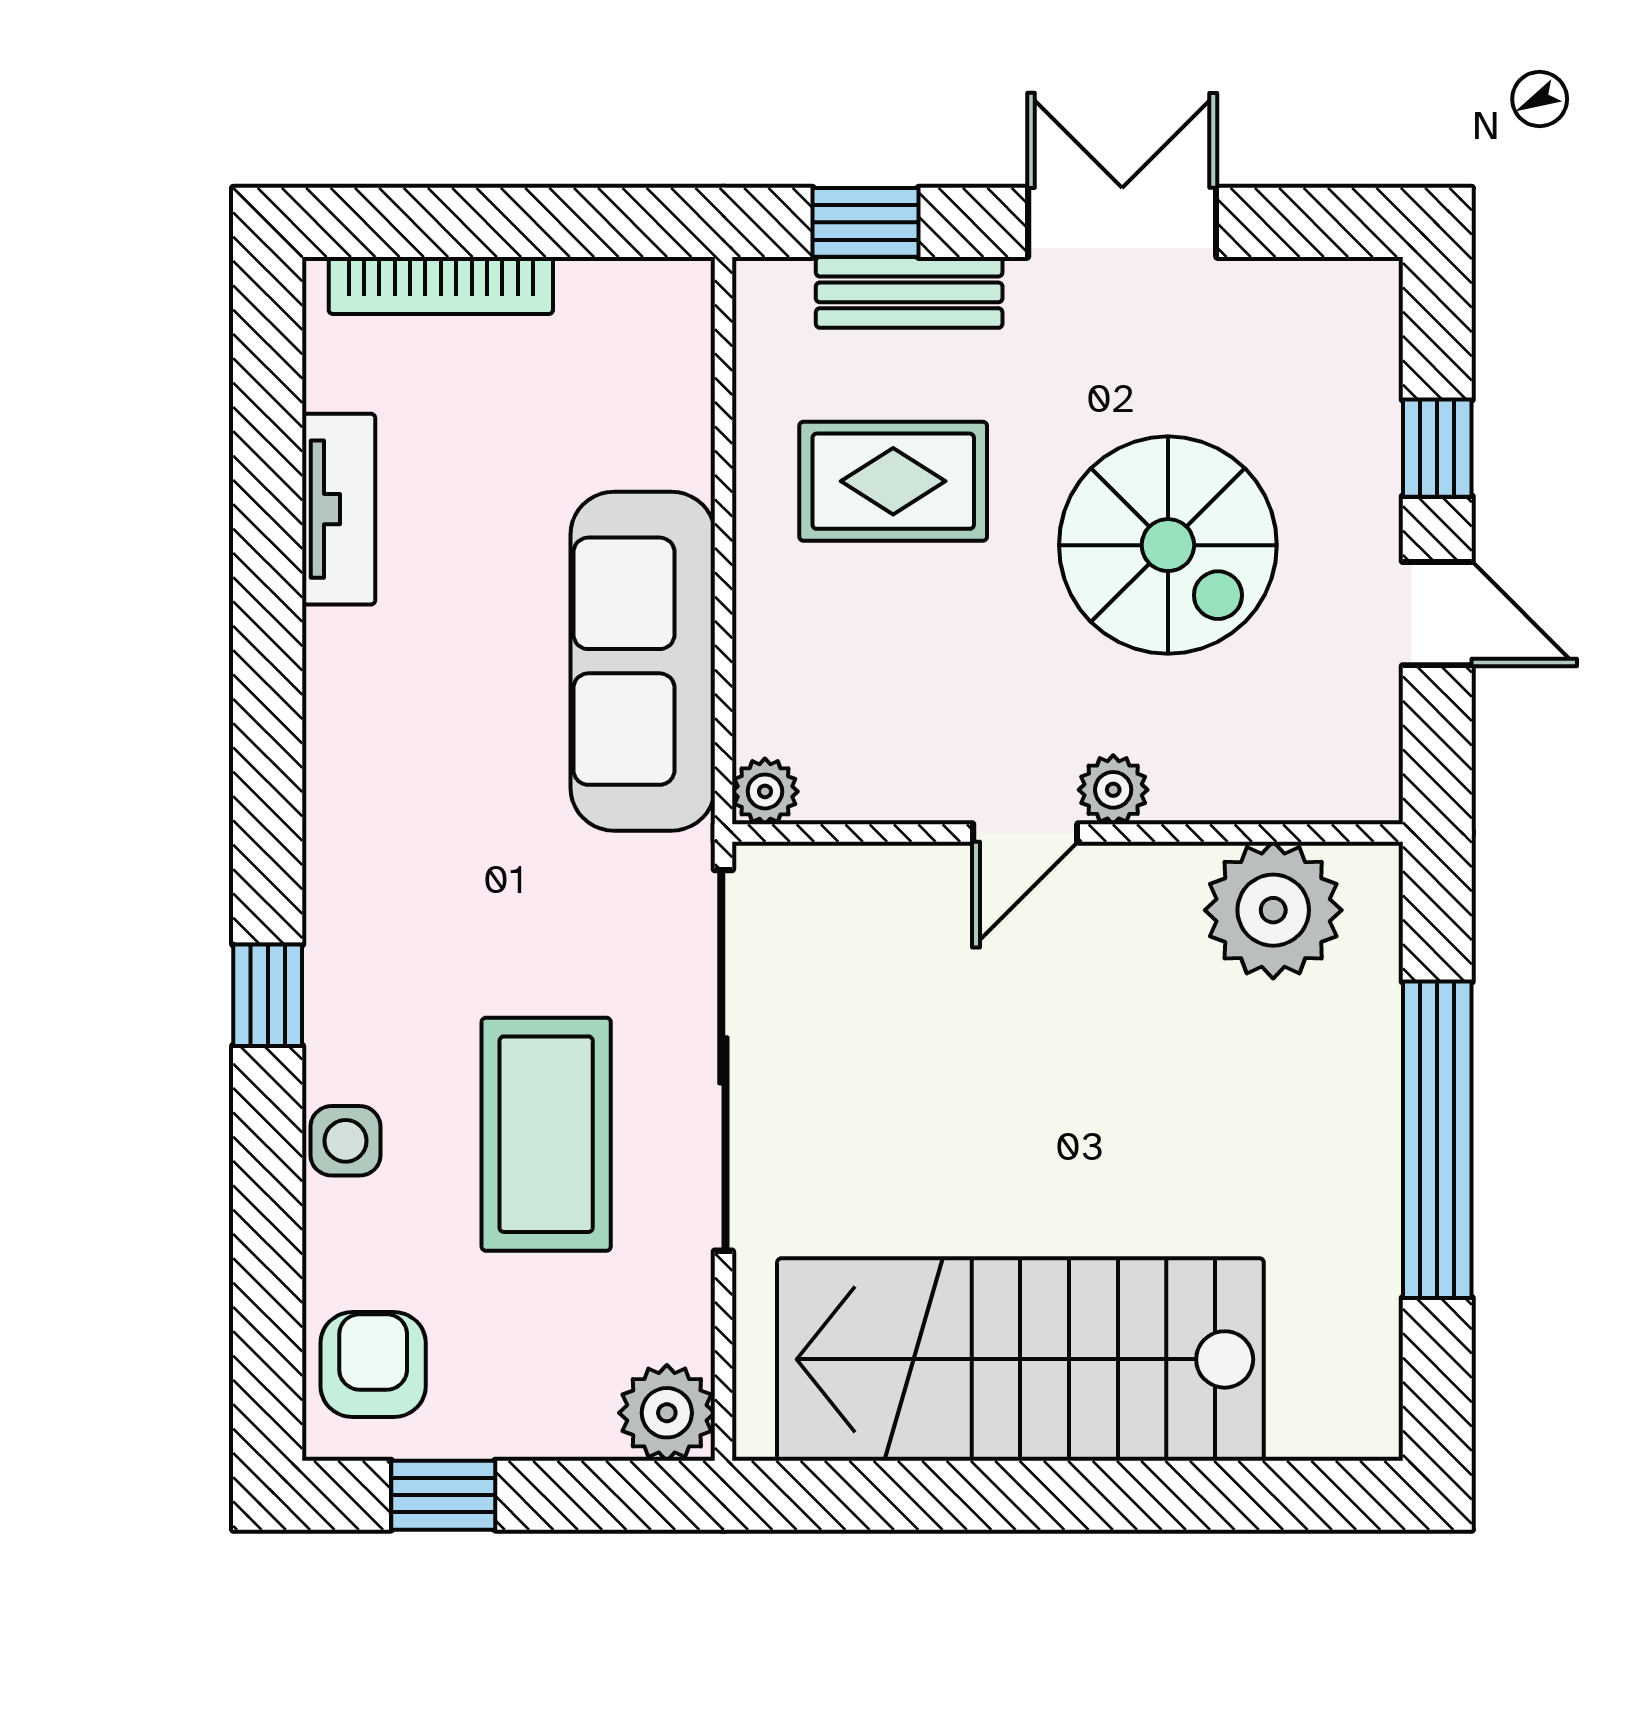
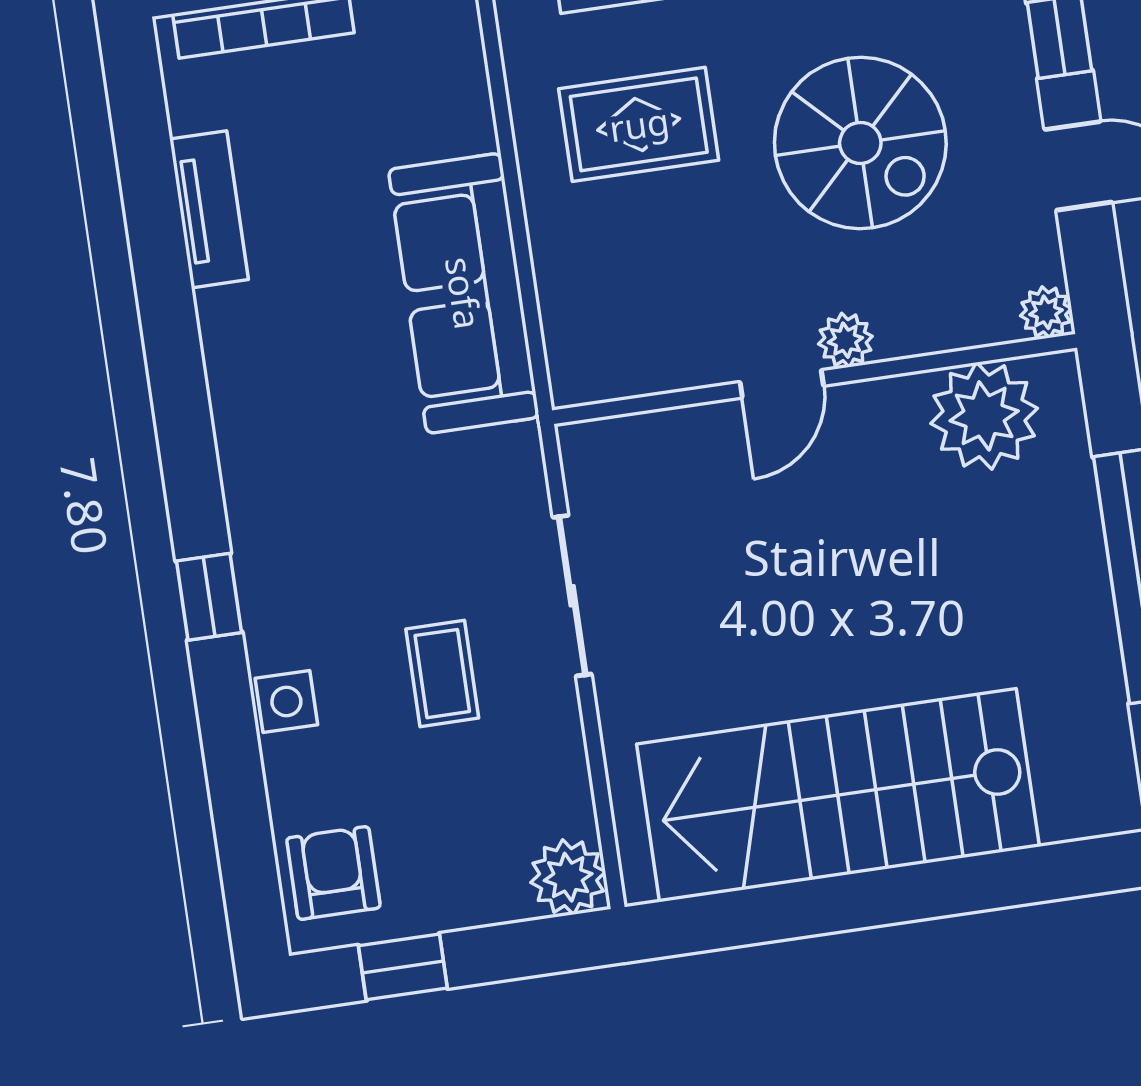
plant: (765, 791) -> (1046, 312), moved
sliding door: (723, 1060) -> (572, 596), width x0.54
coffee table: (546, 1134) -> (442, 674), width x0.54, depth x0.58

